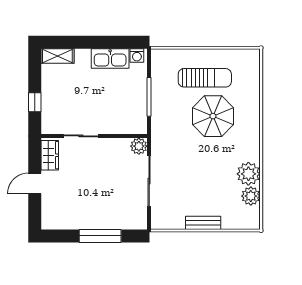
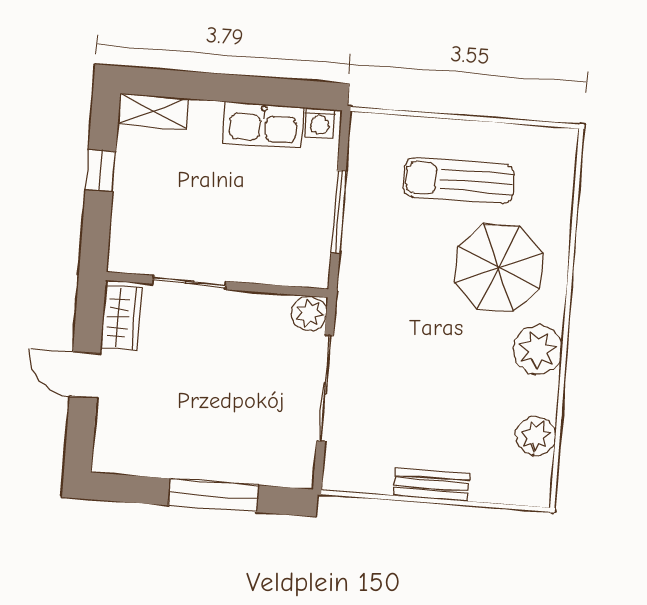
sun lounger: (205, 78) -> (459, 181), turned 180
window: (35, 102) -> (101, 171), moved
parasol: (213, 116) -> (498, 268), moved
plant: (248, 174) -> (538, 350), moved
door: (35, 183) -> (85, 375), hinge flipped

